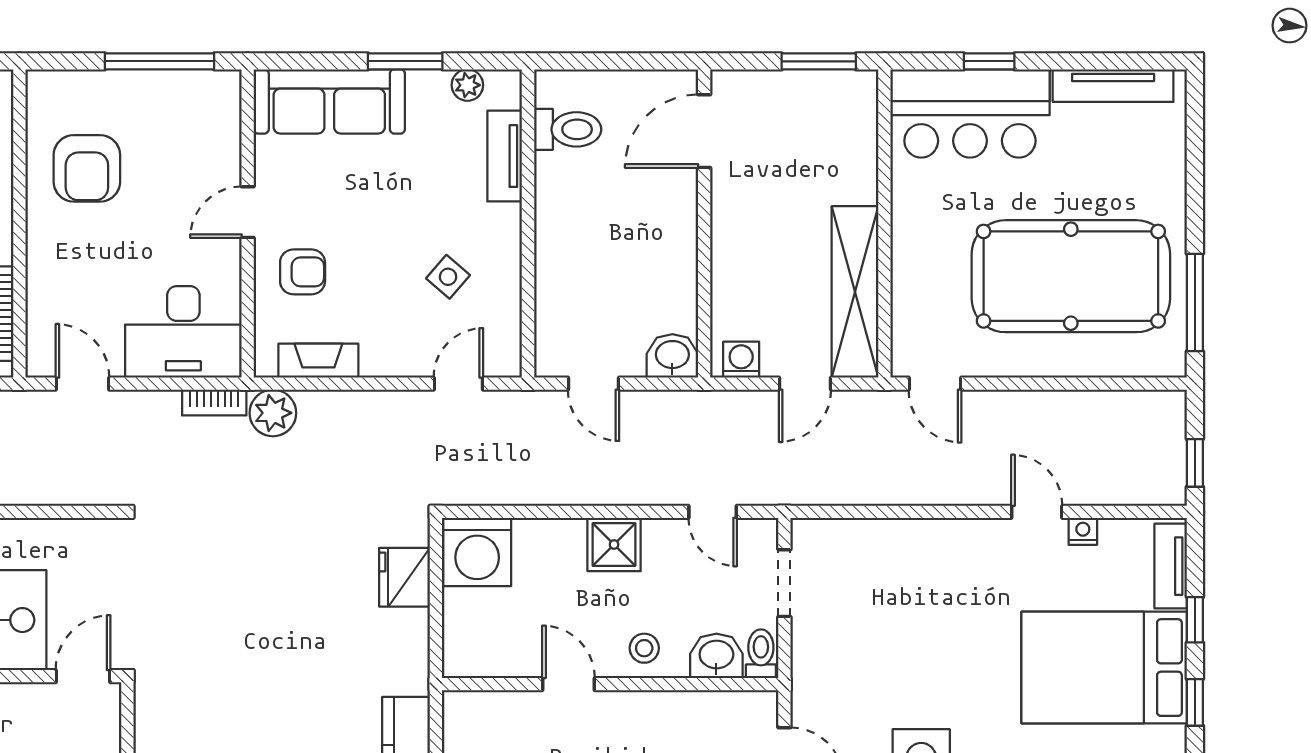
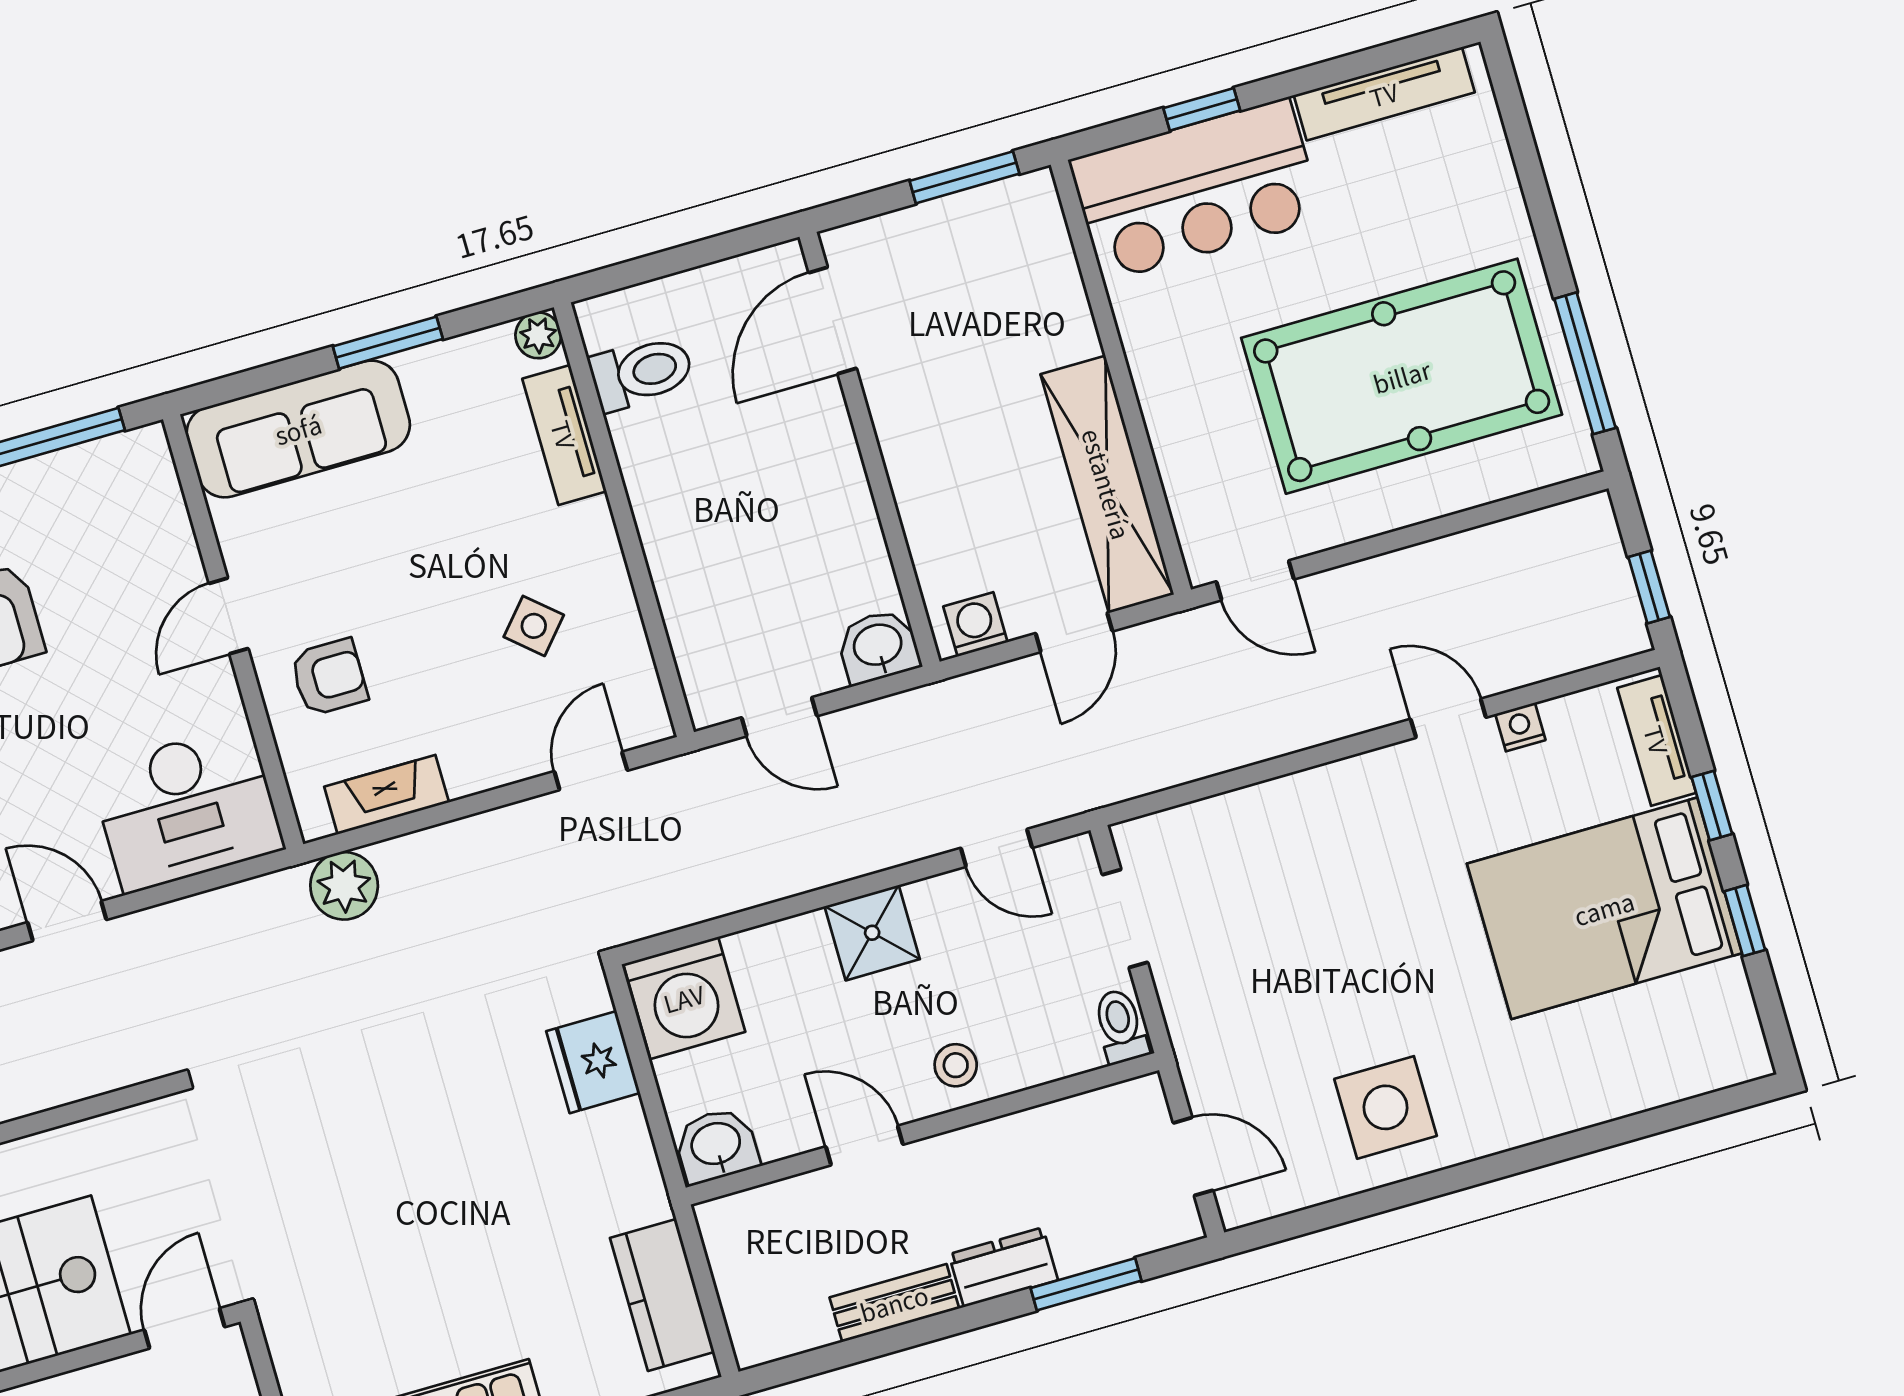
plant: (467, 85) -> (538, 335), moved
bookcase: (214, 403) -> (258, 895), removed
washbasin: (716, 656) -> (716, 1145), moved

